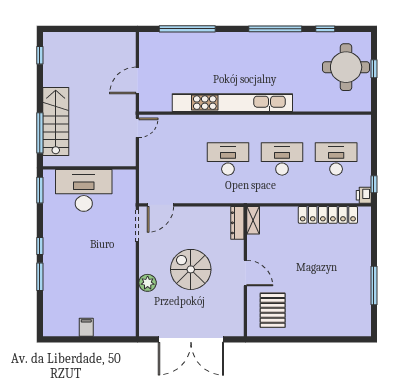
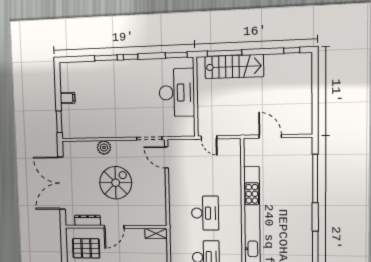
door: (137, 128) -> (209, 137), moved
dresser: (237, 223) -> (88, 220), moved
window: (115, 339) -> (59, 122), added

